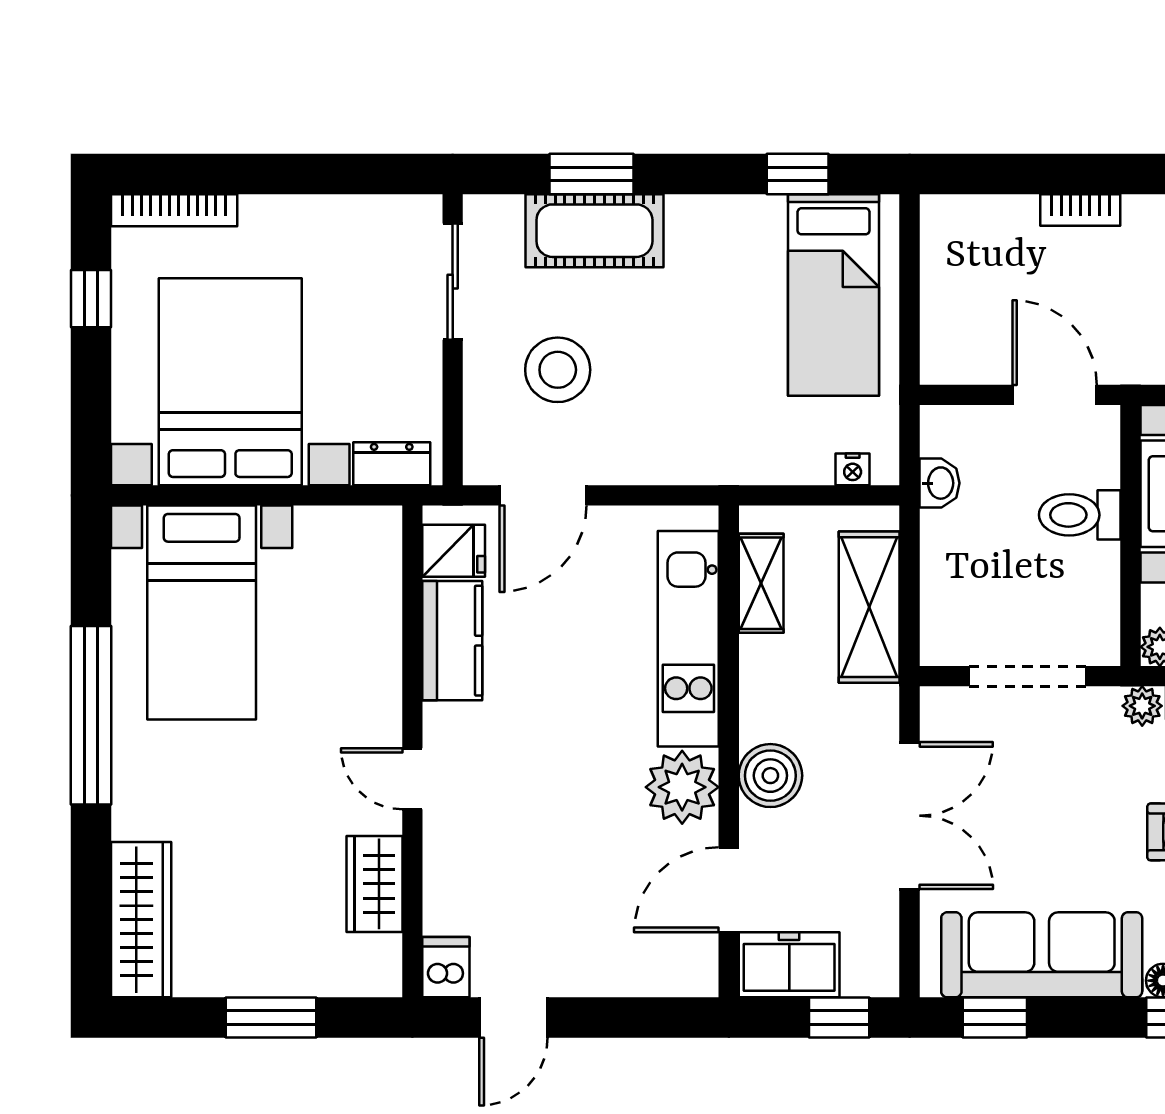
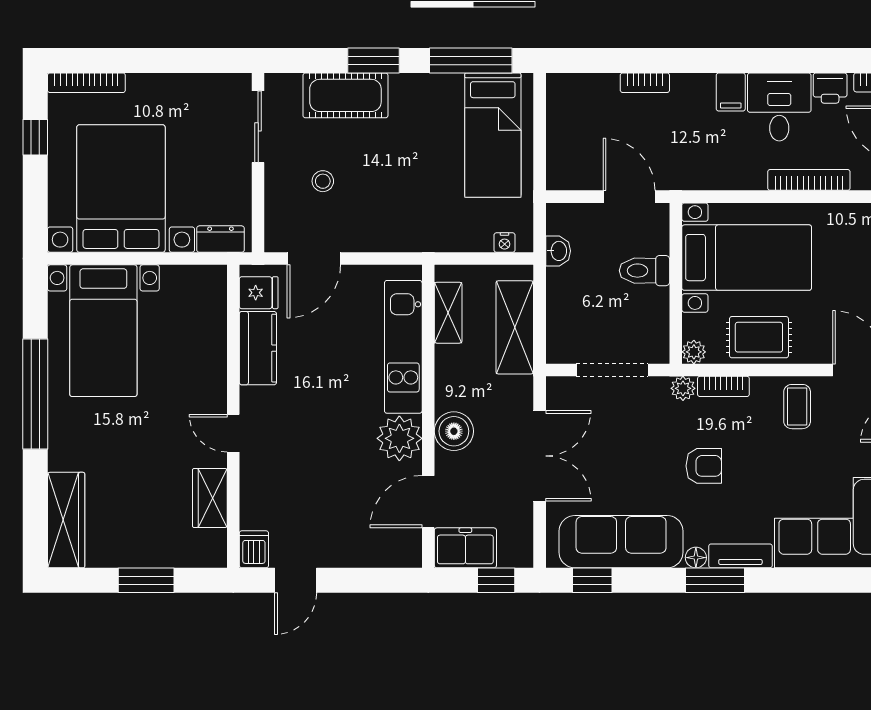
window: (592, 174) -> (374, 60), moved
window: (798, 174) -> (471, 60), width x2.17
stool: (558, 370) -> (323, 181), width x0.53, depth x0.53

